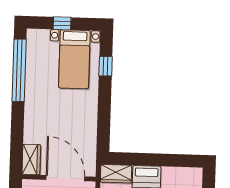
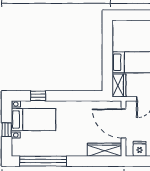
wardrobe: (31, 160) -> (105, 150), width x1.50
door: (65, 178) -> (124, 124), hinge flipped

